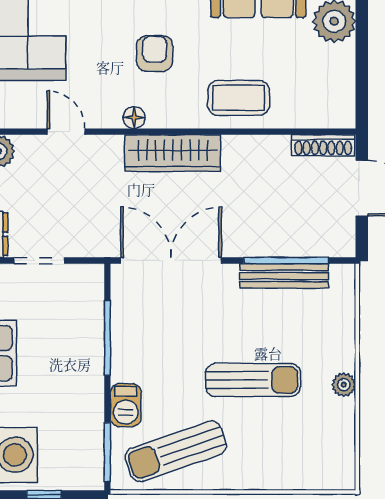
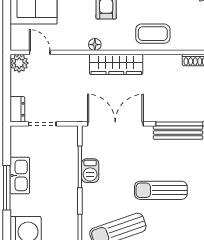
door: (66, 132) -> (40, 52), moved
sun lounger: (253, 380) -> (161, 190), turned 180
barbecue: (126, 405) -> (90, 171), moved

